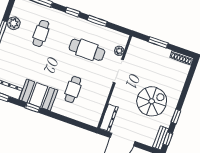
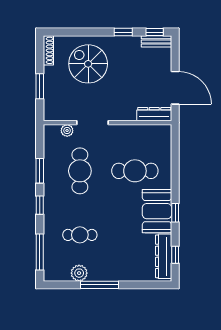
cafe table: (73, 89) -> (135, 171), width x1.37, depth x1.35
spiral stairs: (152, 101) -> (88, 64), moved

